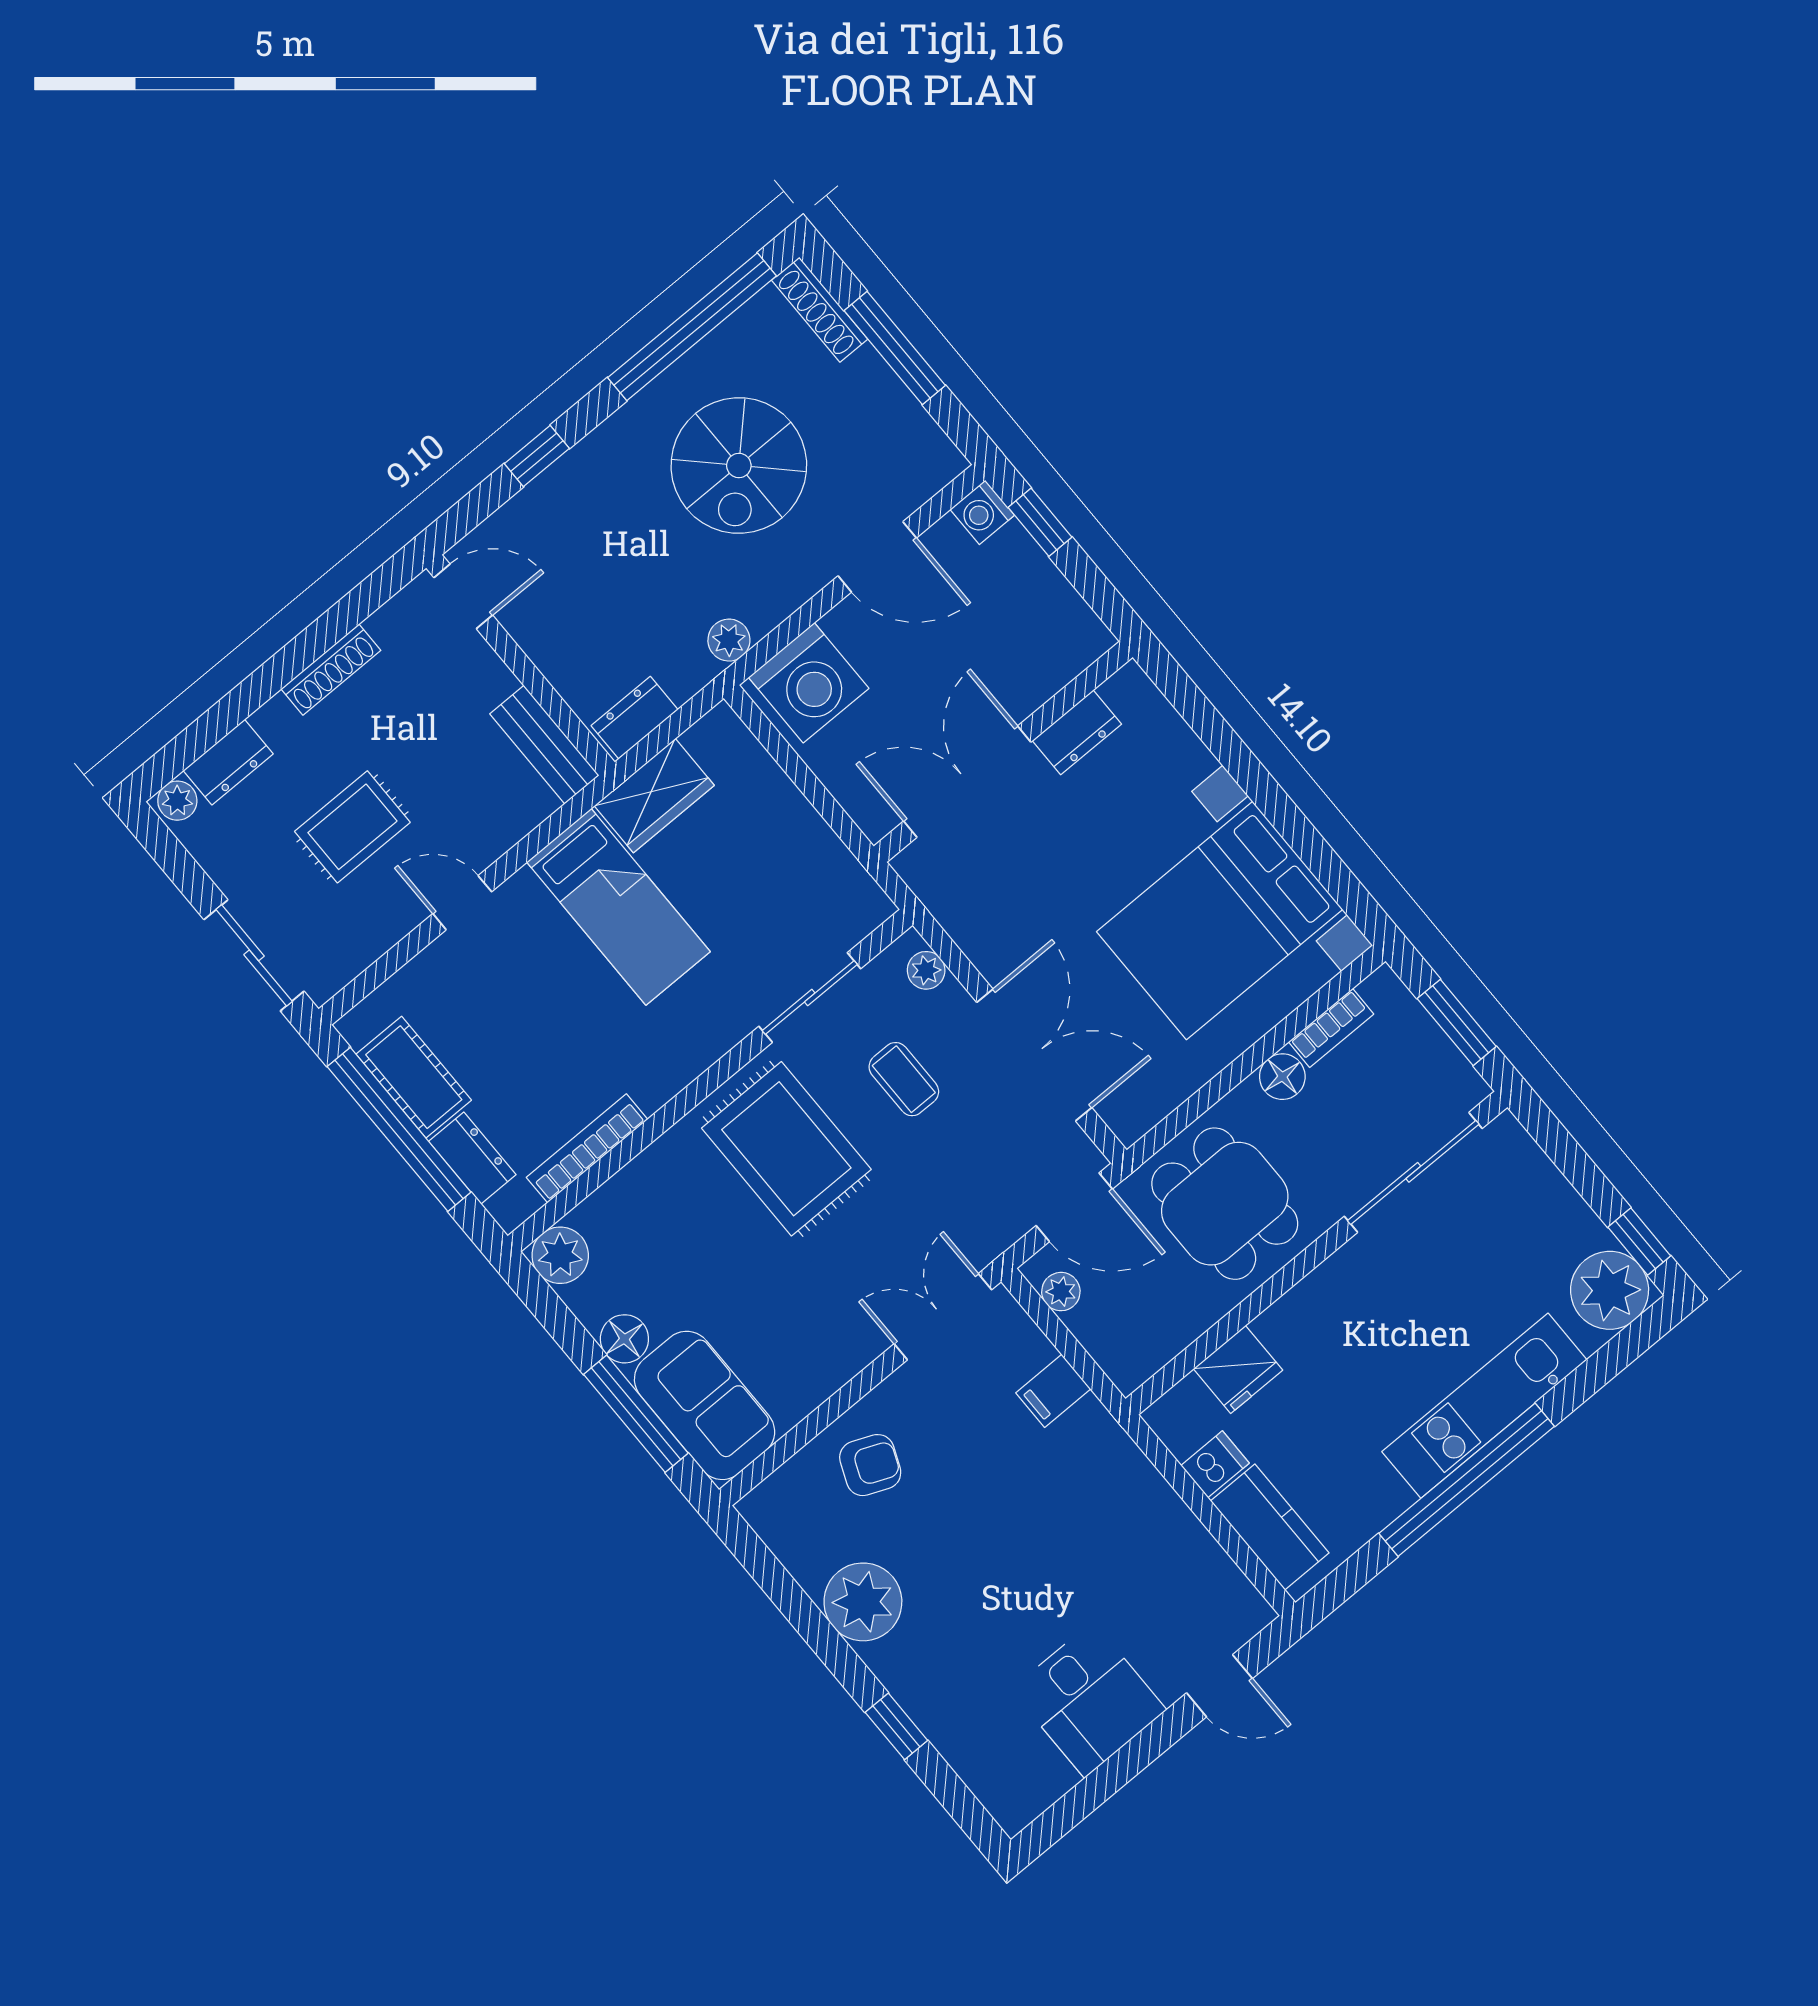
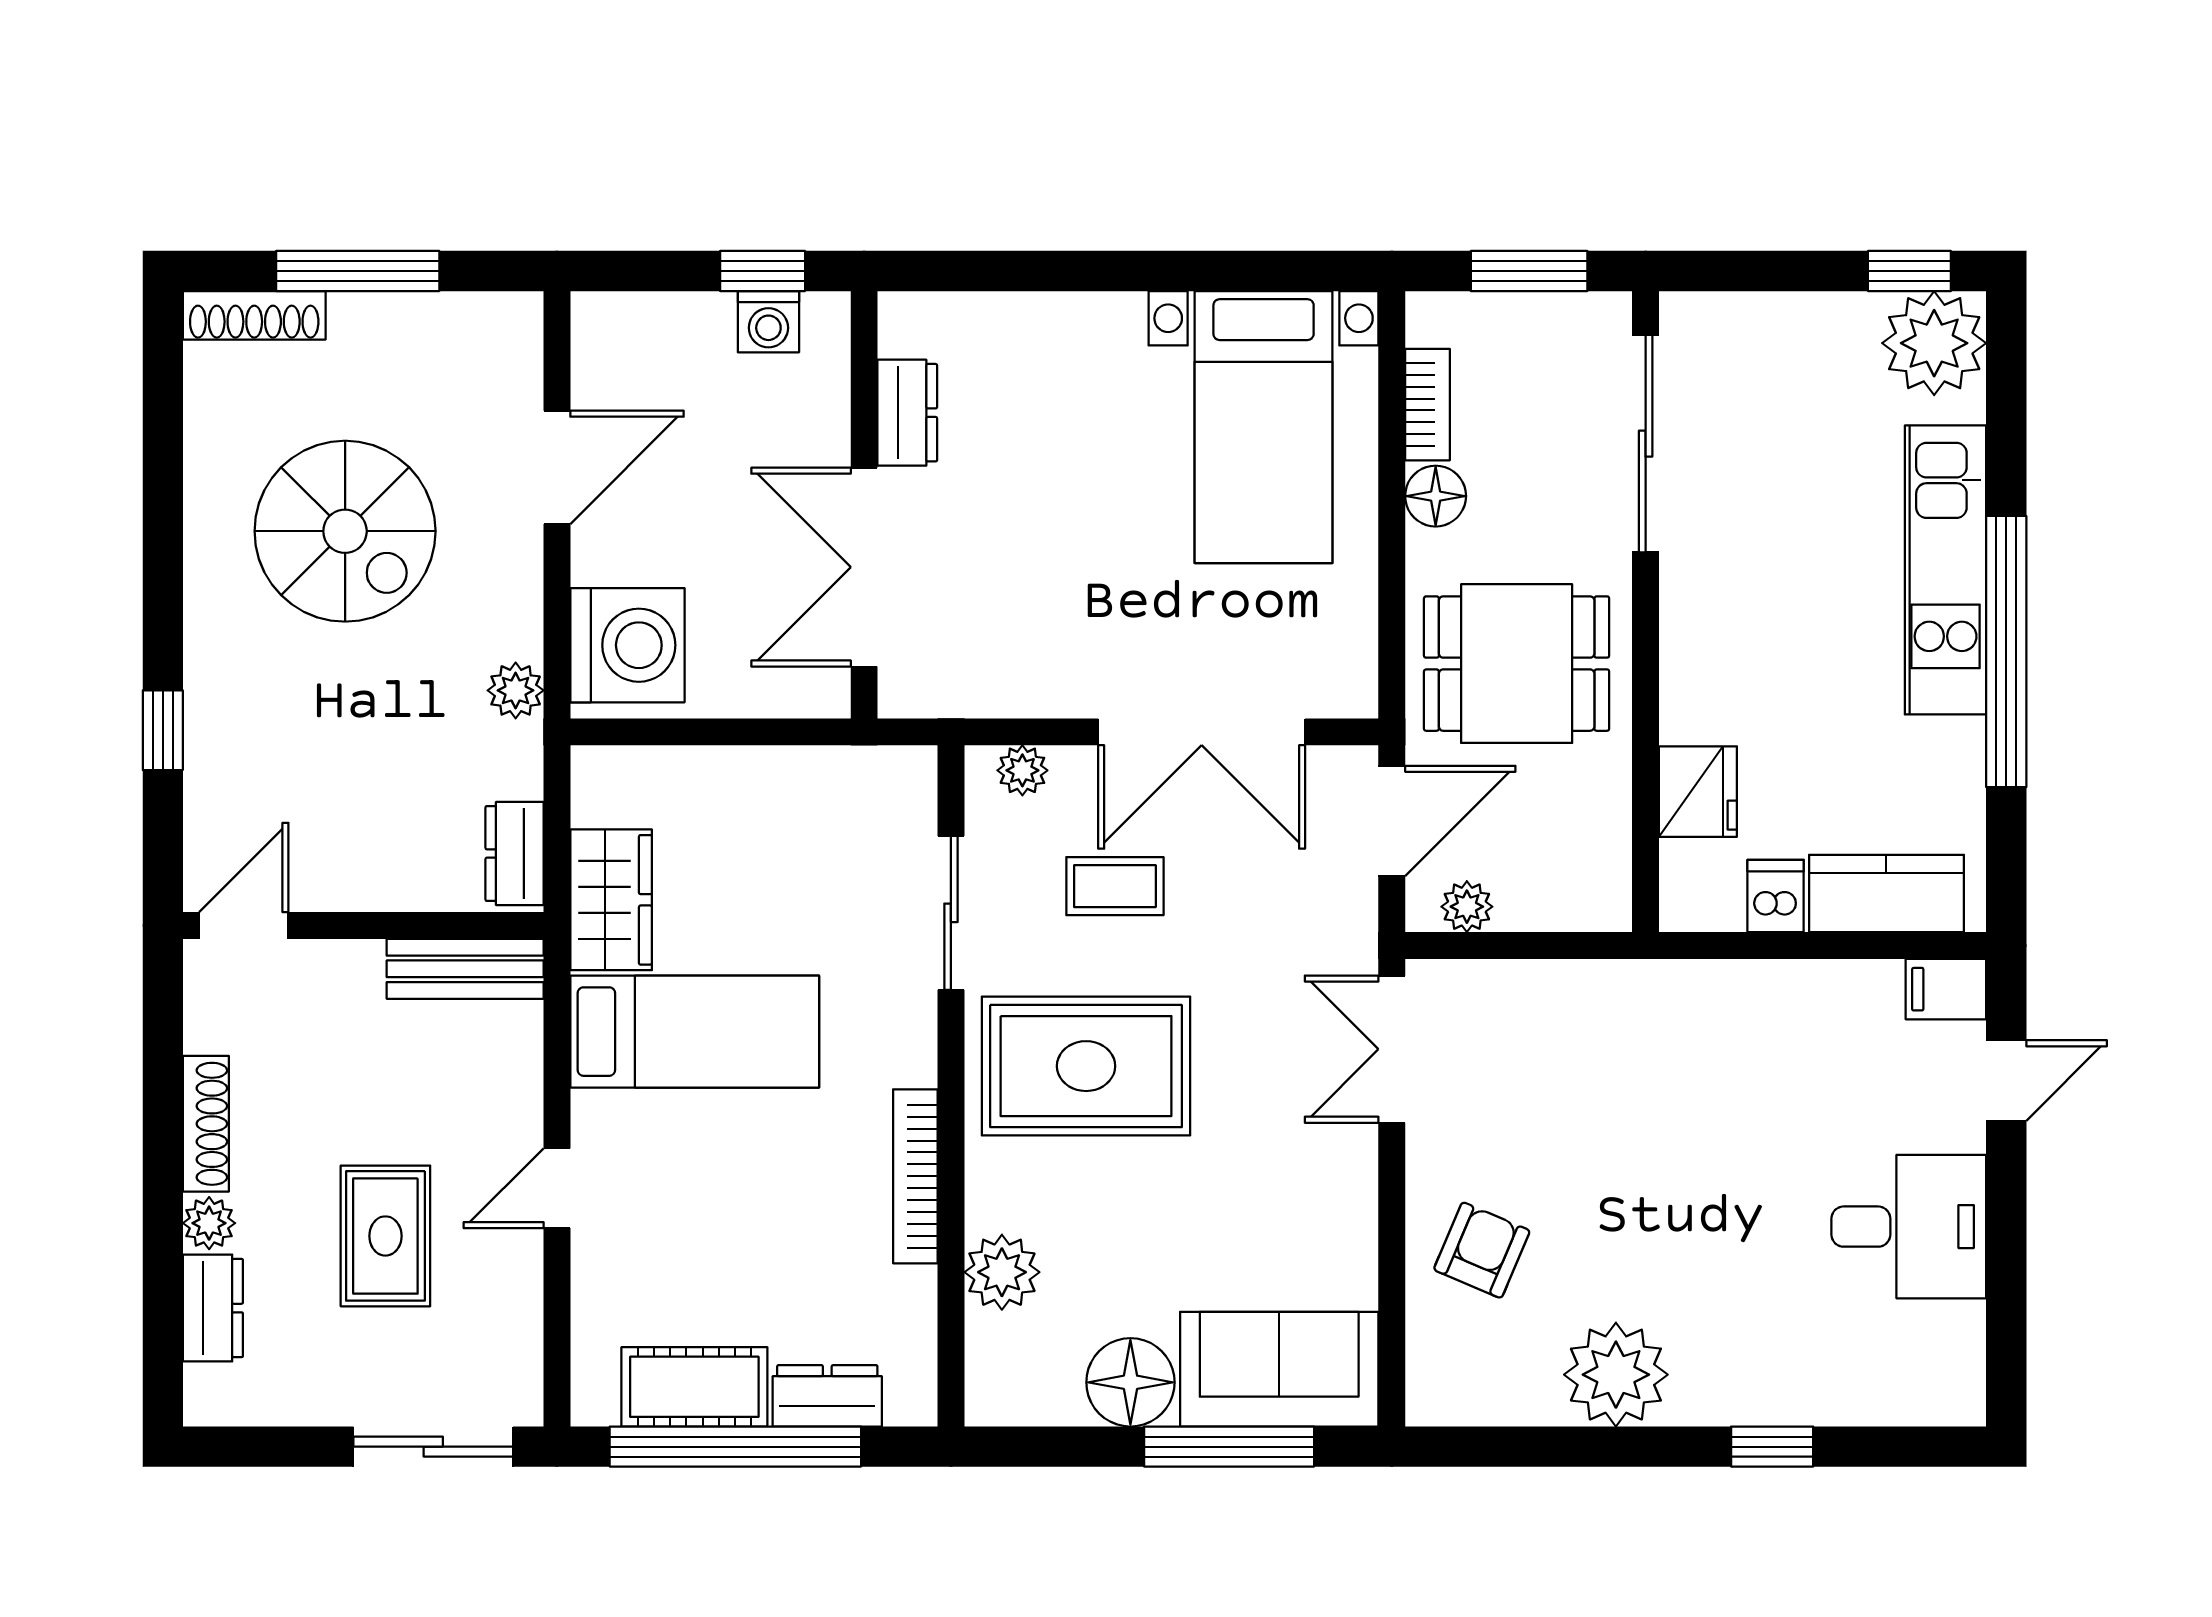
window: (692, 327) -> (163, 461), removed
washing machine: (982, 512) -> (768, 322), moved
window: (1040, 522) -> (763, 271), moved
plant: (177, 801) -> (209, 1223), moved
bed with nightstands: (1220, 921) -> (1264, 427), width x0.73
double door: (1034, 1055) -> (1202, 732), swing flipped
bookcase: (587, 1148) -> (915, 1176), moved
plant: (560, 1255) -> (1002, 1272), moved
floor lamp: (624, 1339) -> (1130, 1382), width x1.38, depth x1.38
filing cabinet: (1053, 1391) -> (1946, 989), moved, turned 90

